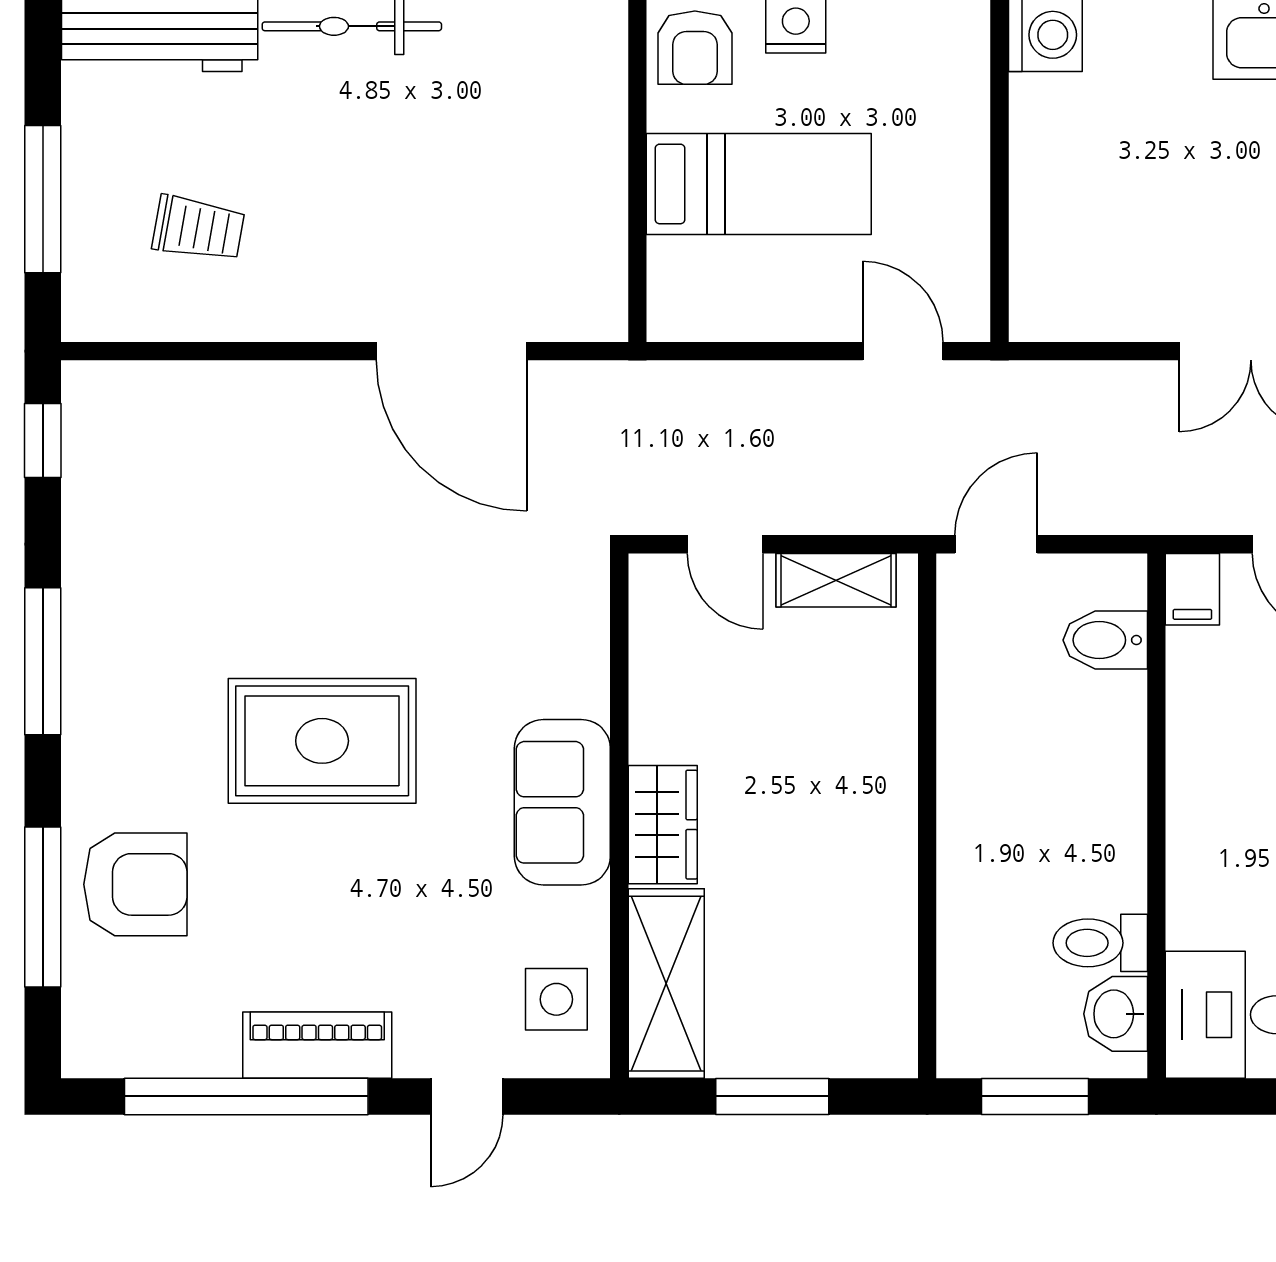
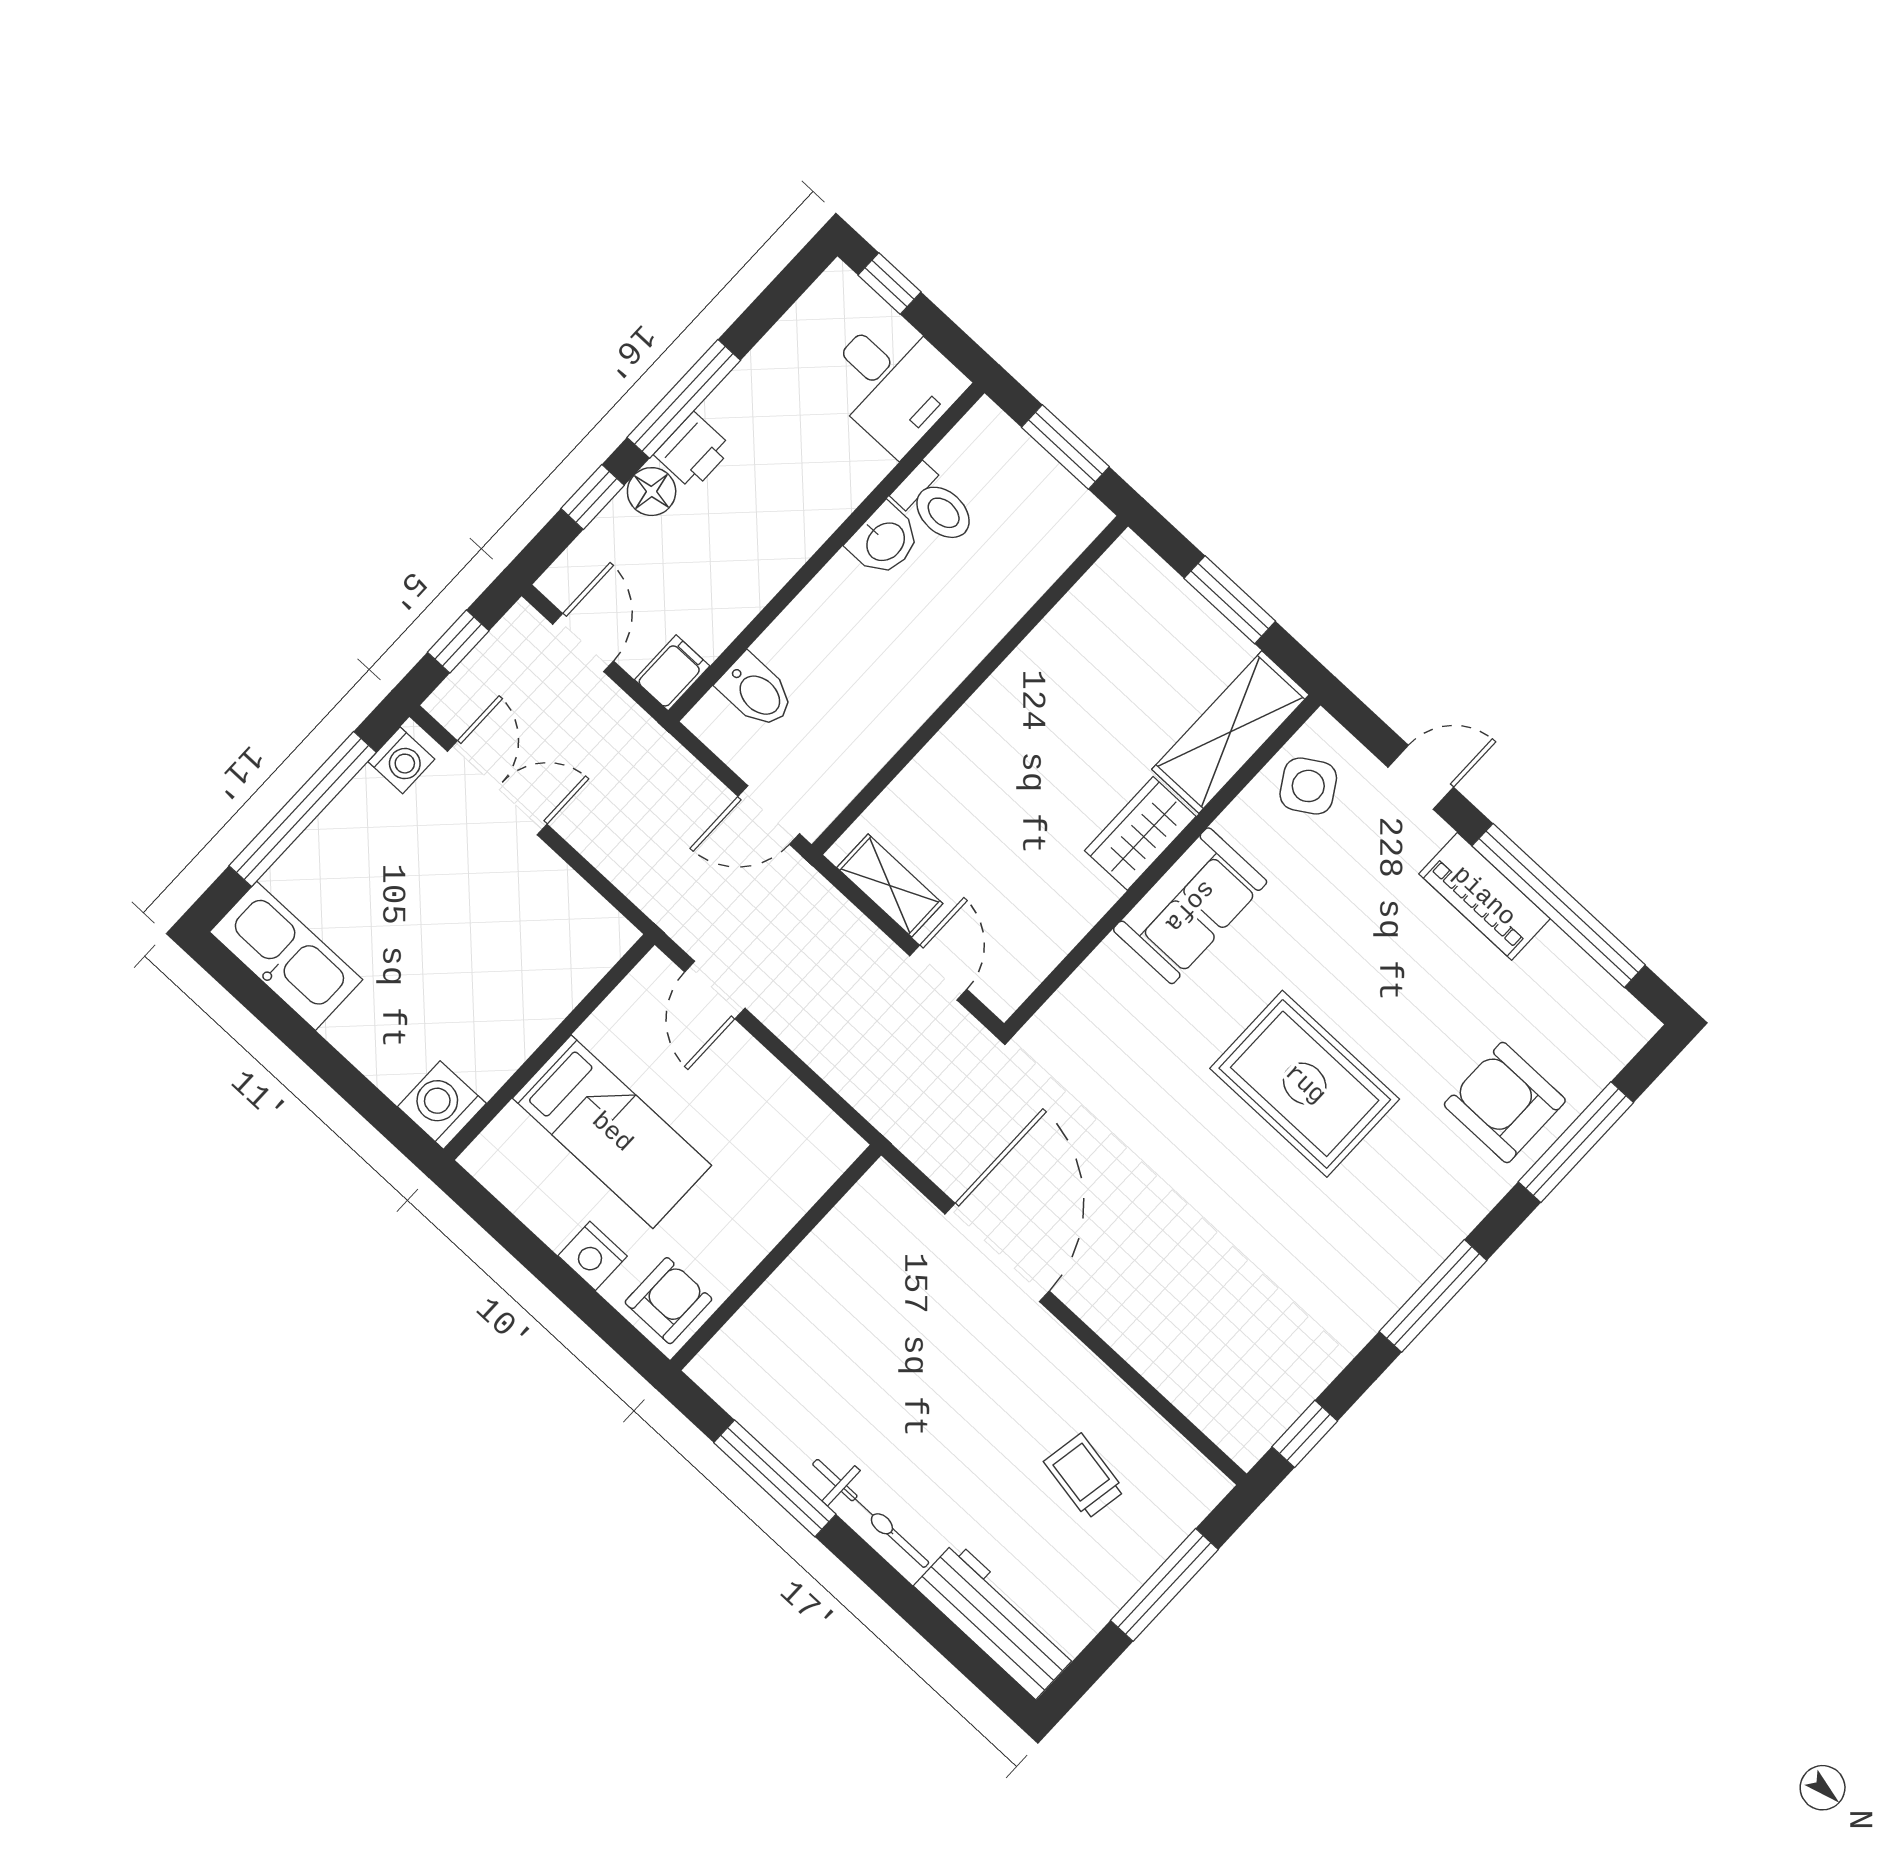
bed: (759, 184) -> (612, 1132), moved, turned 180
side table: (556, 999) -> (1308, 786), turned -32
washbasin: (1116, 1014) -> (884, 541), moved

